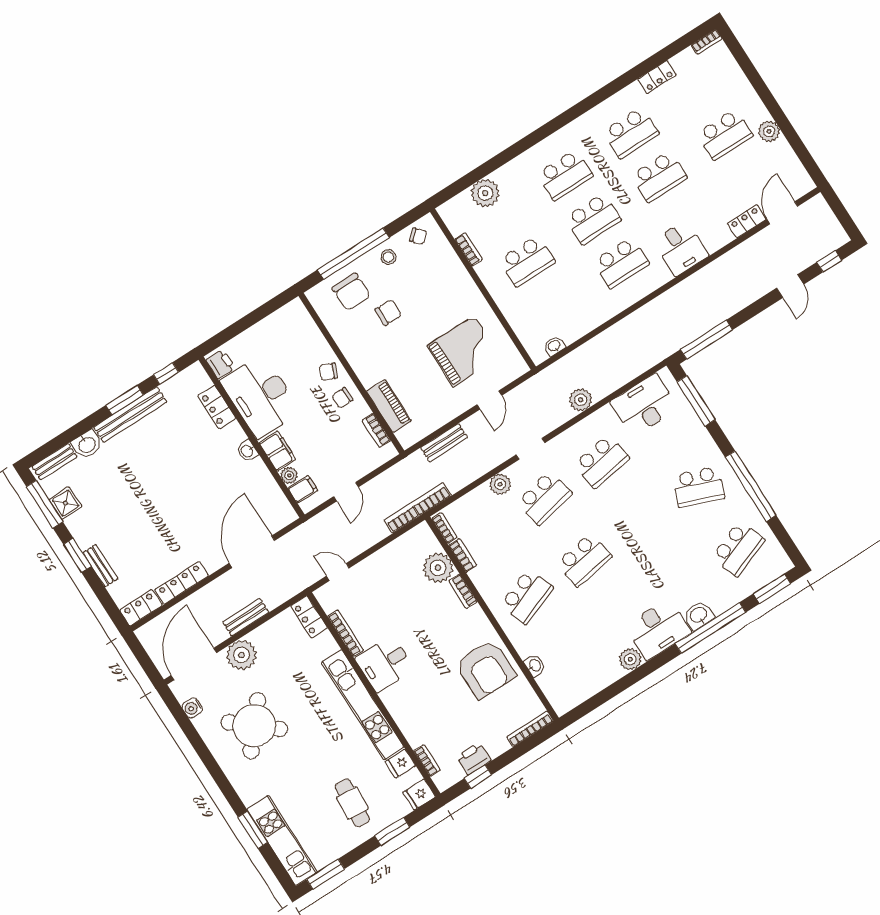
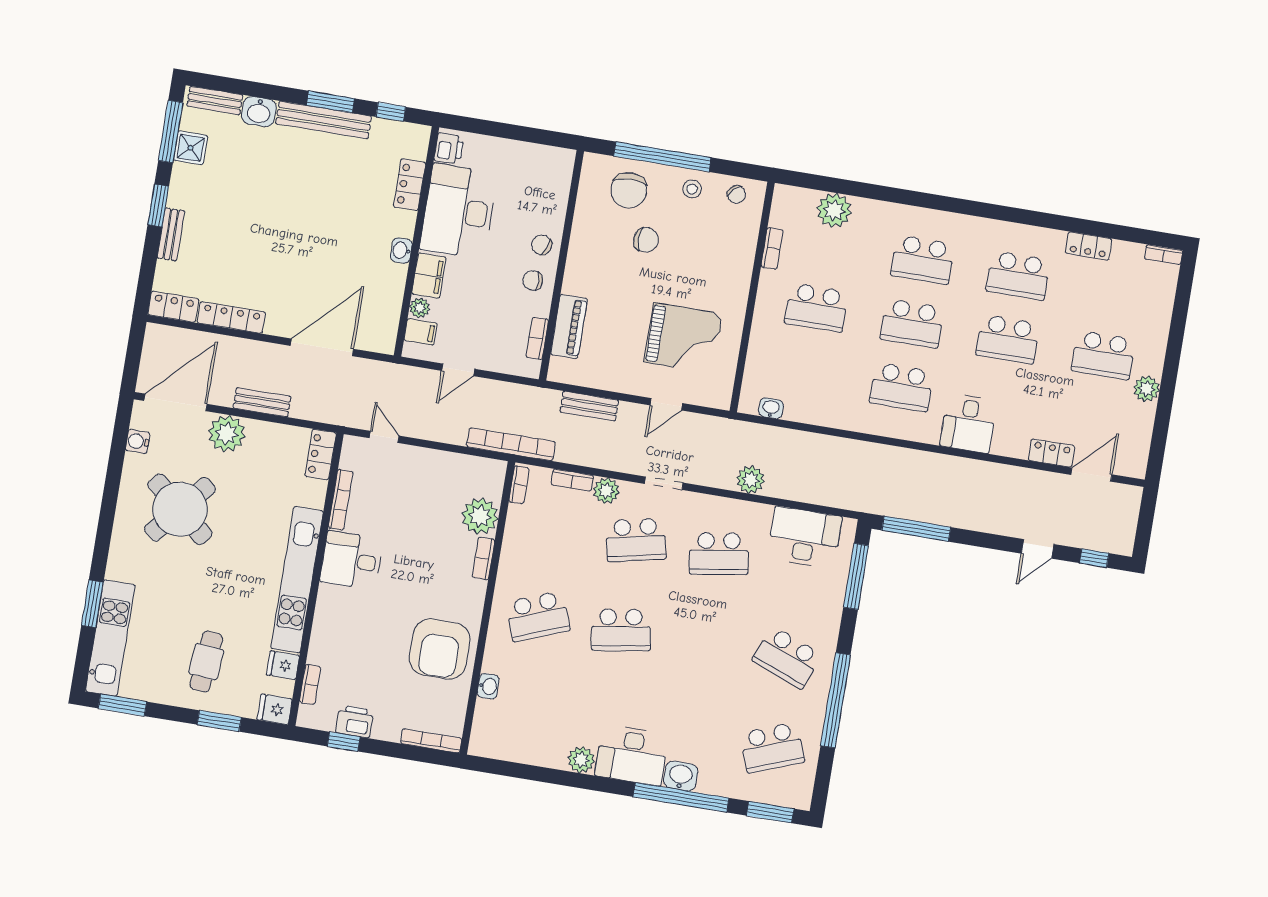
bookcase: (463, 555) -> (572, 480), moved, turned 90

